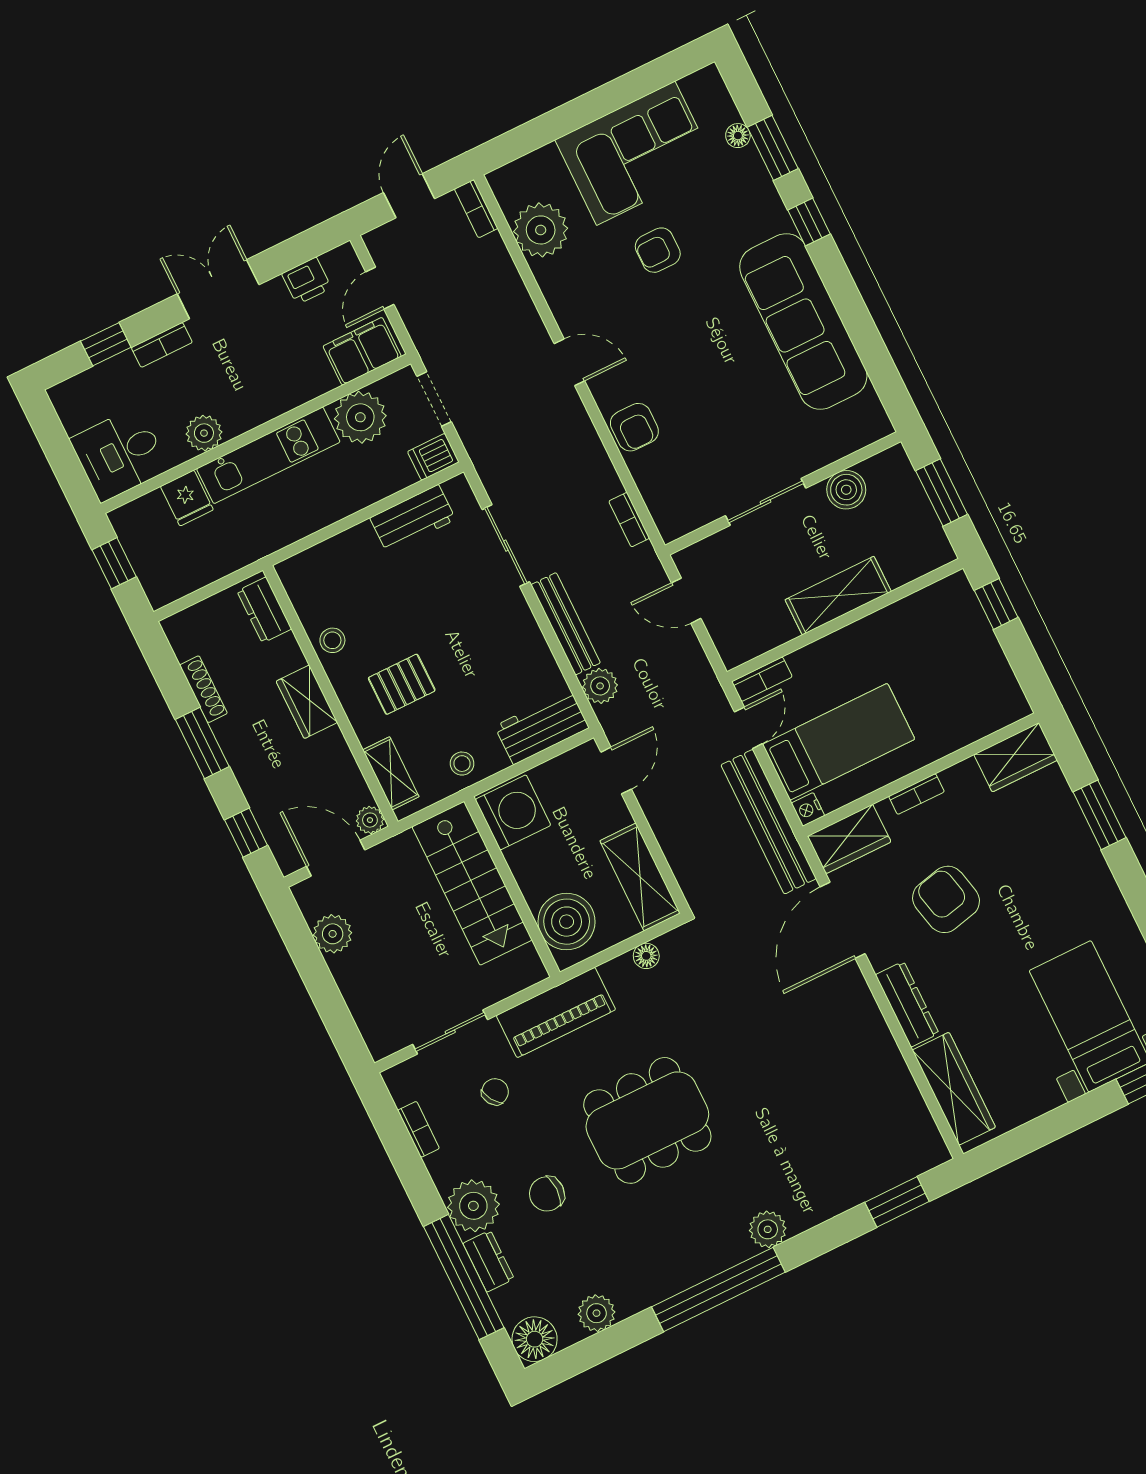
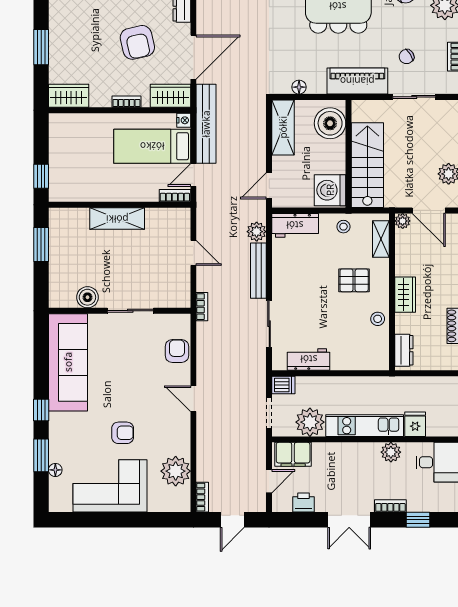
boiler: (846, 490) -> (87, 297), moved
wall: (783, 493) -> (120, 311), moved
sliding door: (766, 502) -> (130, 311), moved

